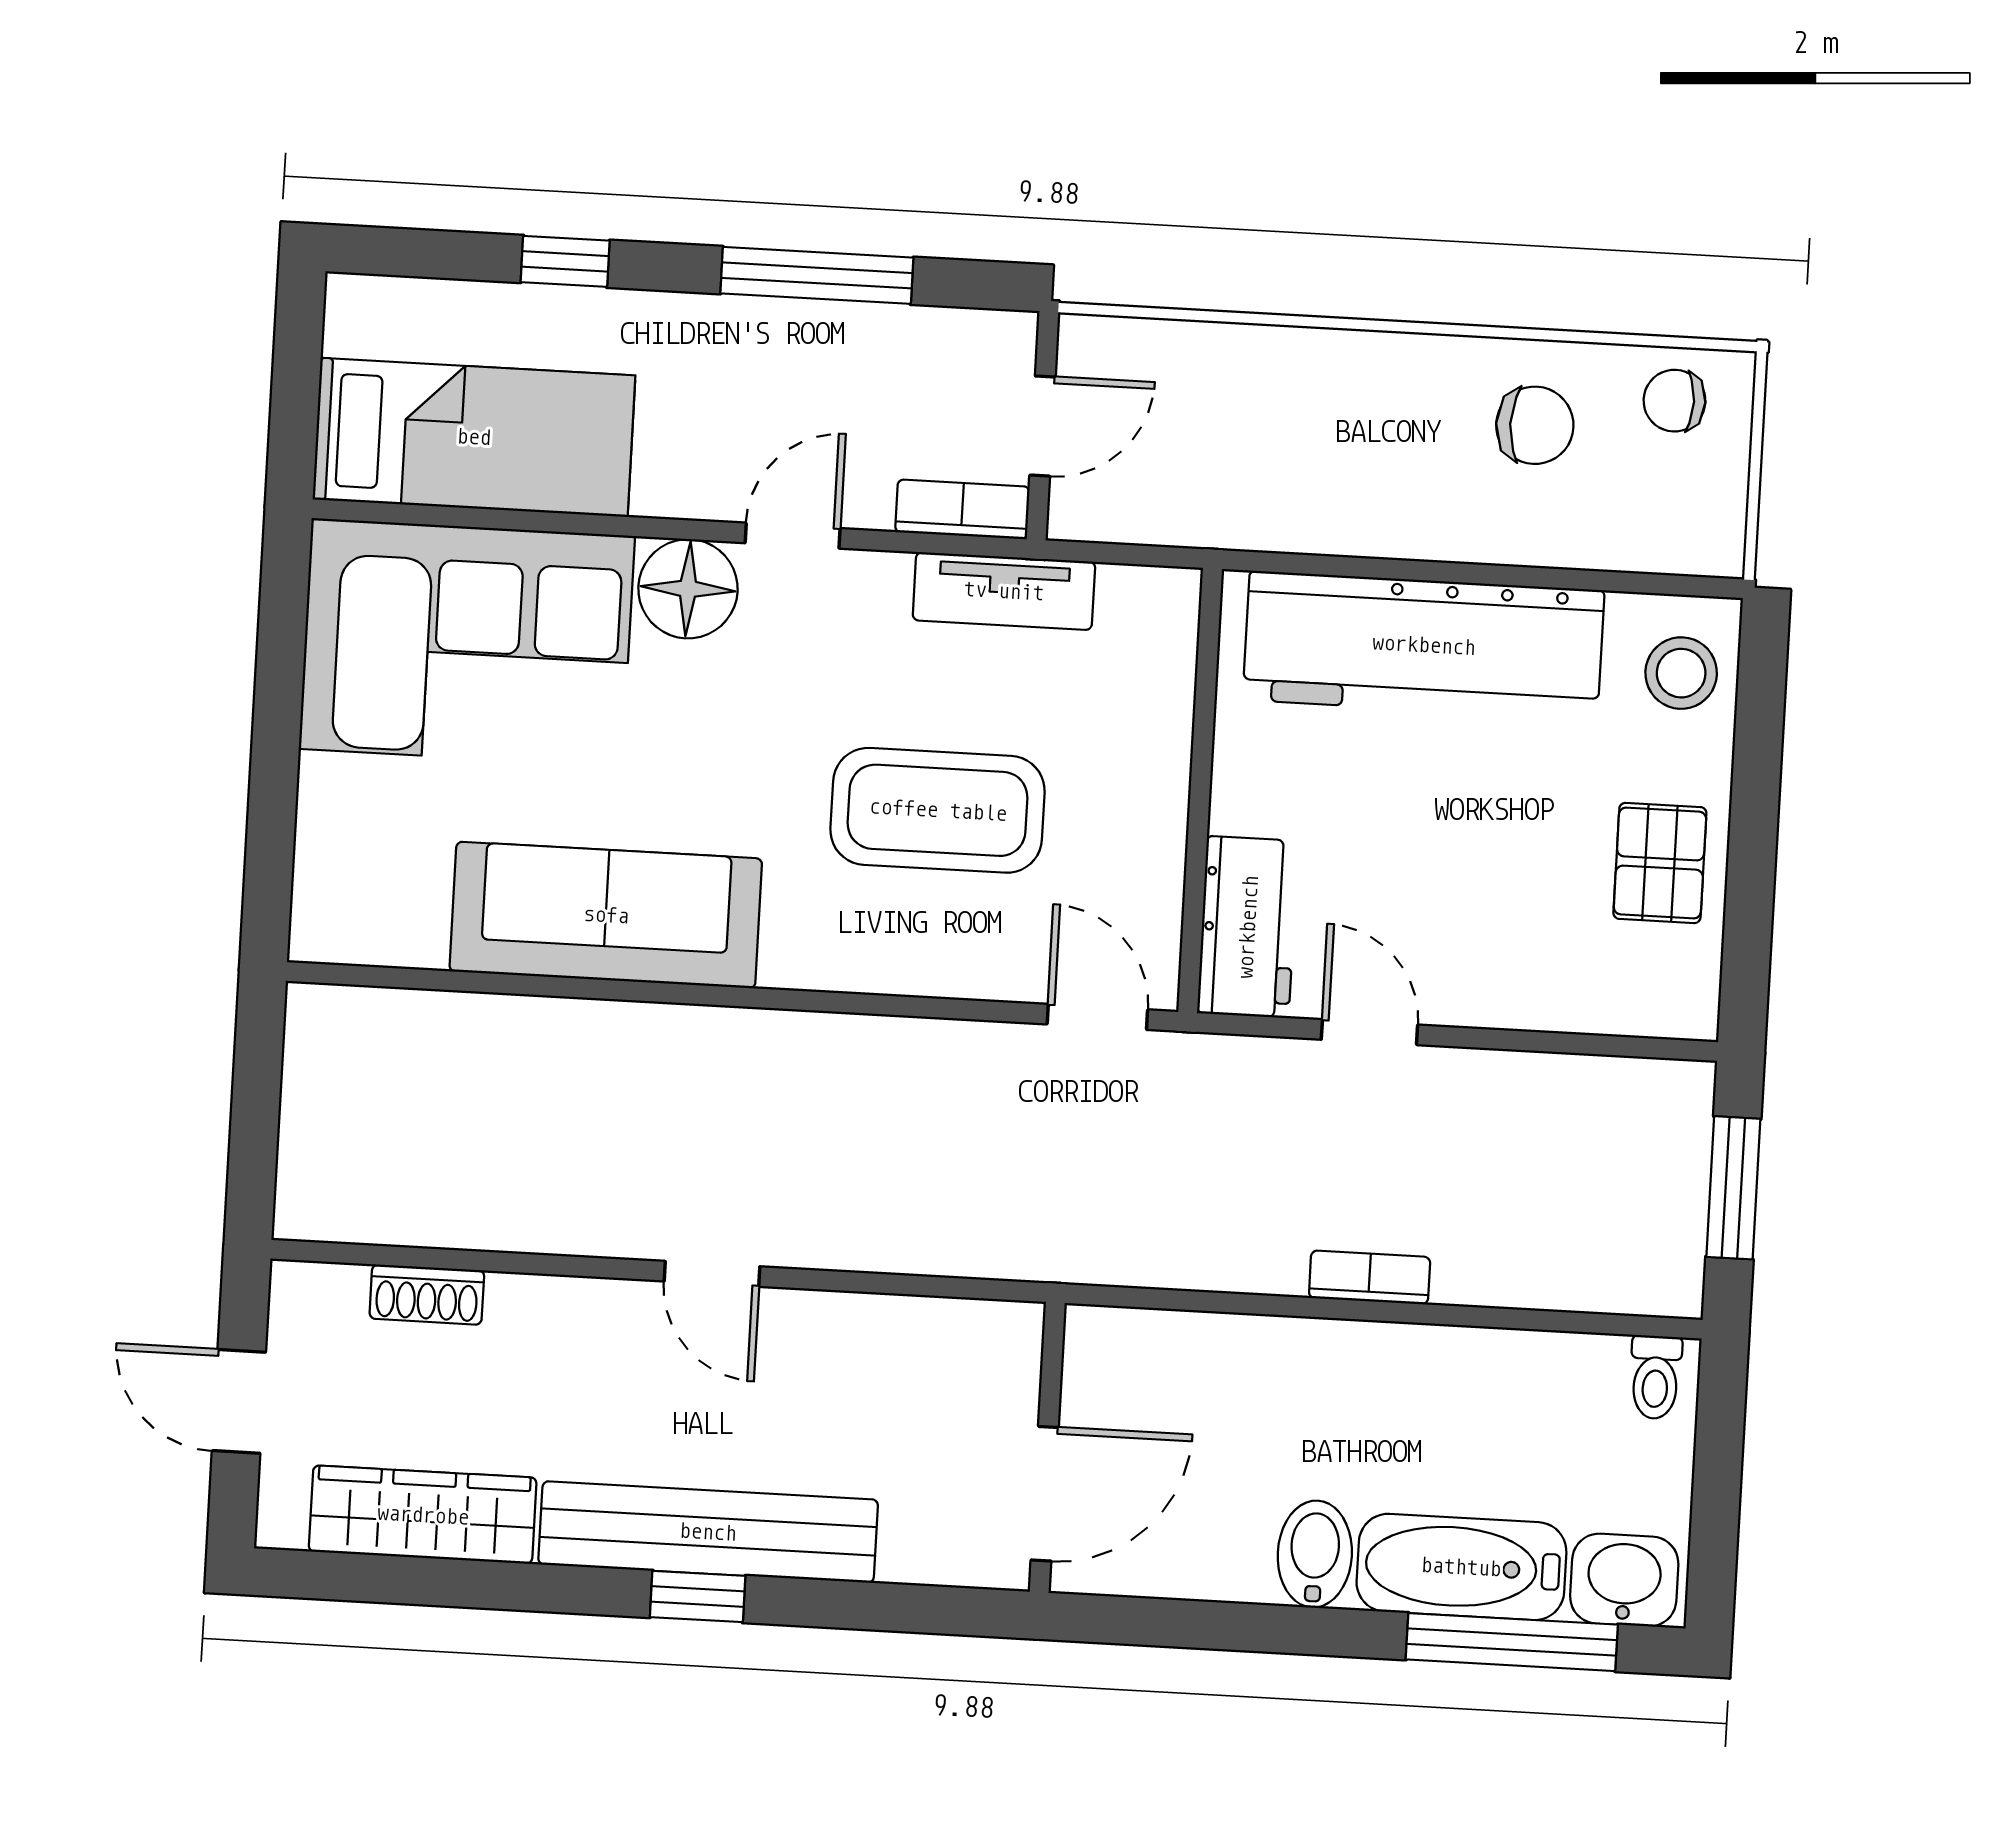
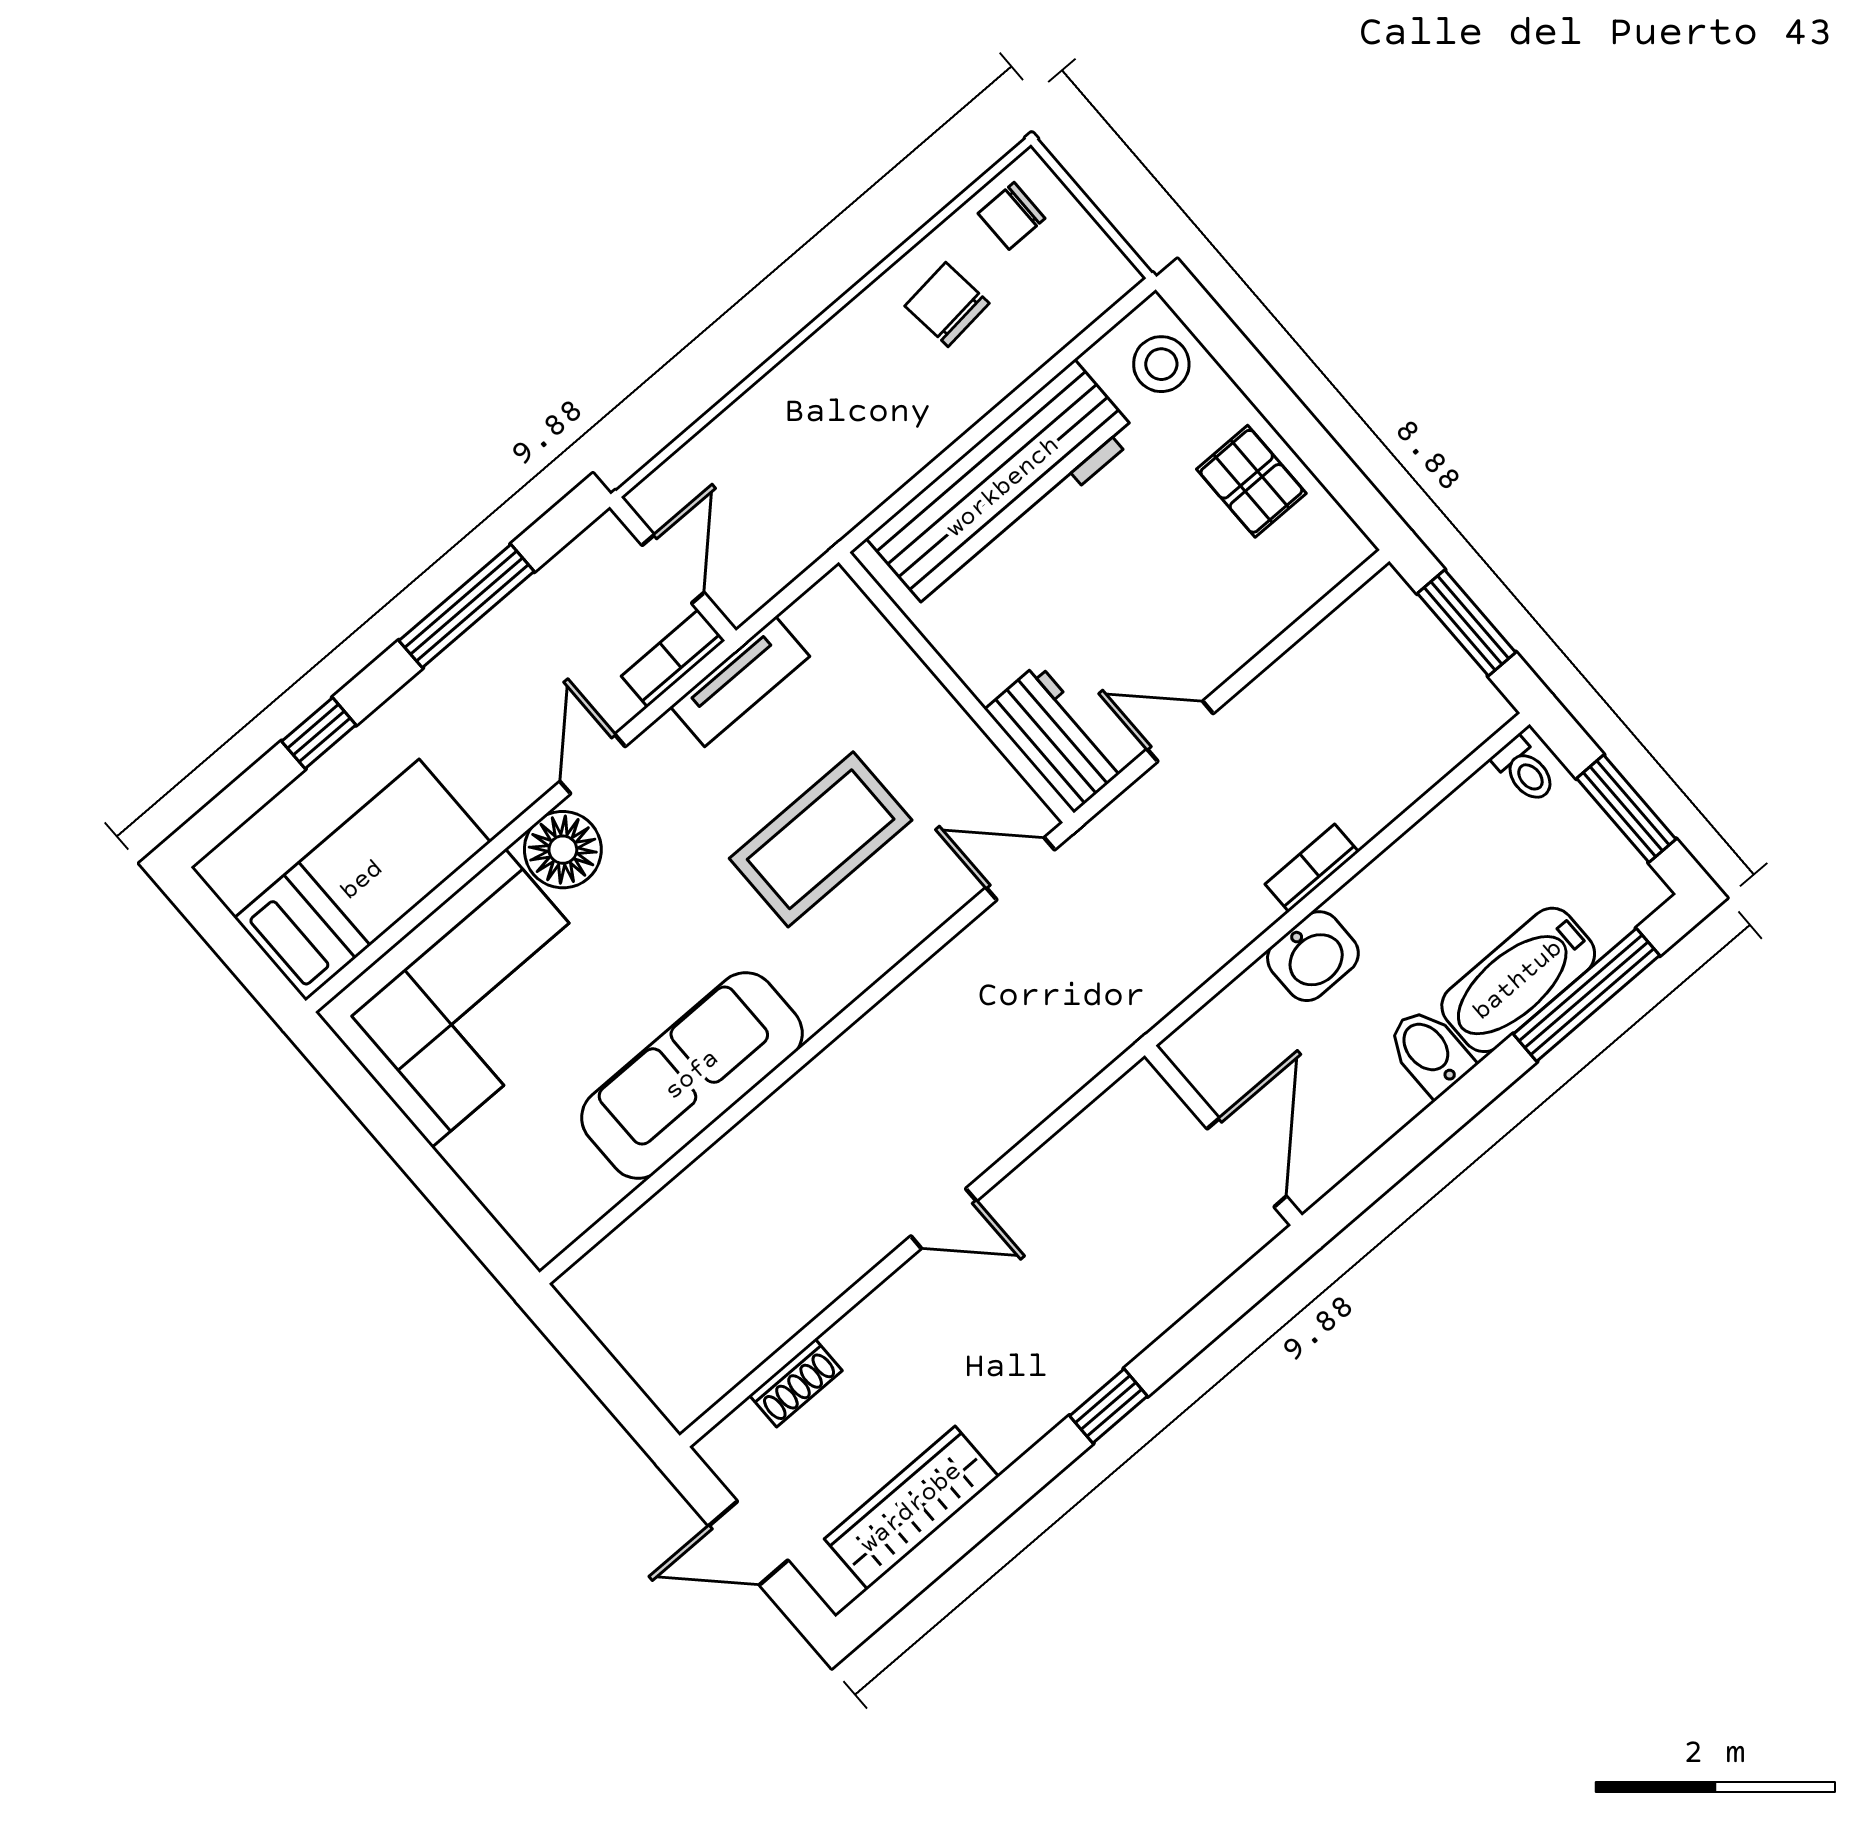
chair: (1535, 425) -> (947, 305), turned -96
window: (1716, 1504) -> (1626, 809), added
bench: (708, 1532) -> (1080, 1364), removed
washbasin: (1624, 1580) -> (1313, 956), moved, turned 180

